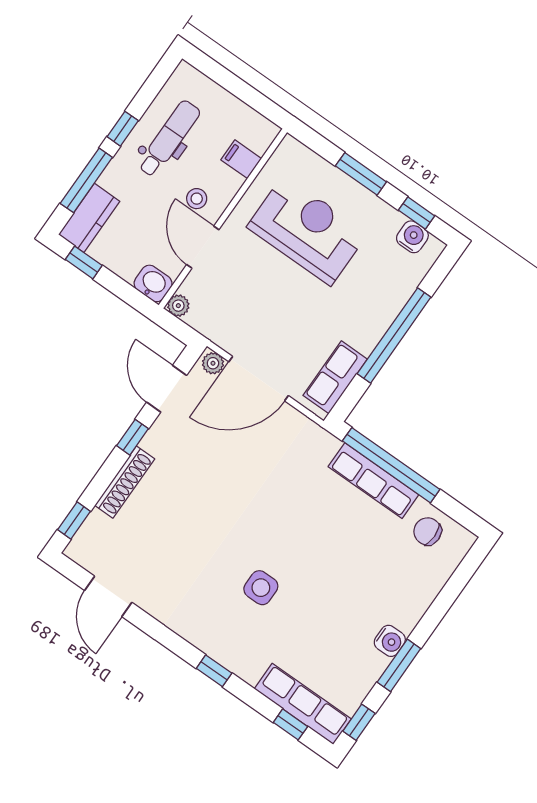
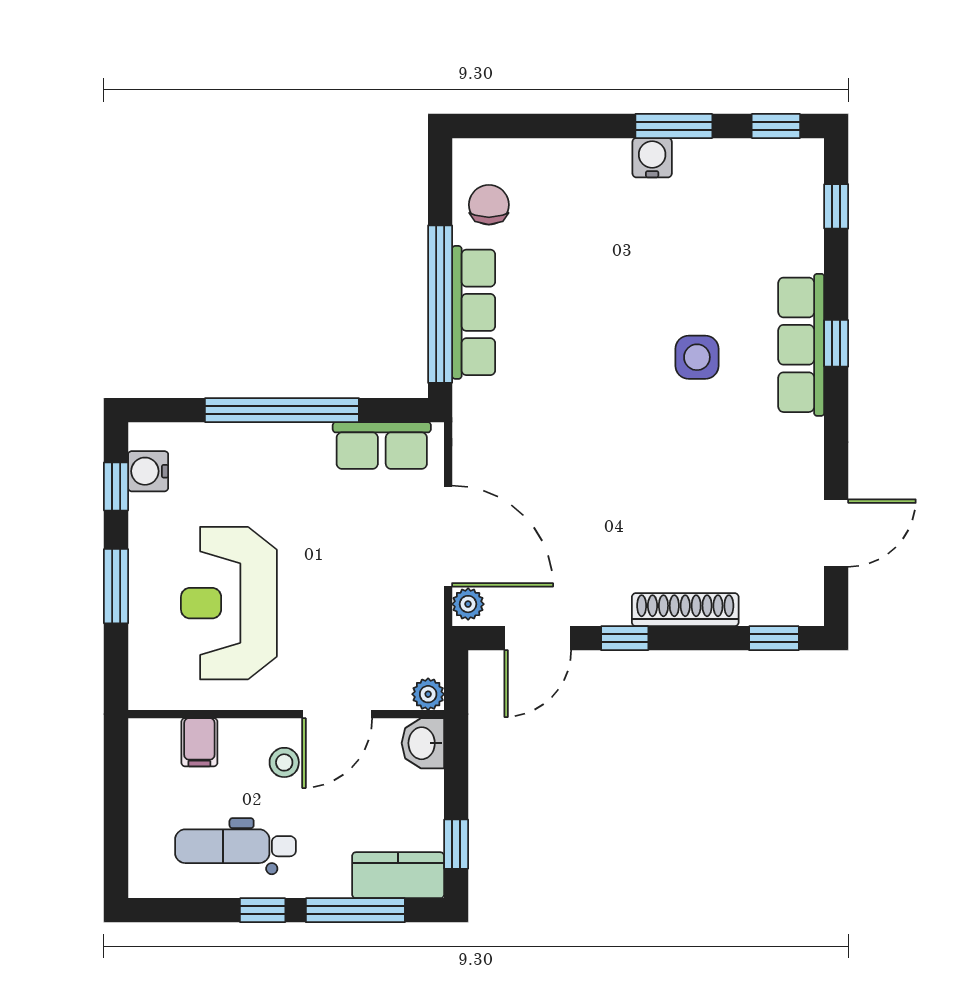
chair: (427, 531) -> (489, 205), turned 180
row of seats: (303, 704) -> (801, 345), moved

